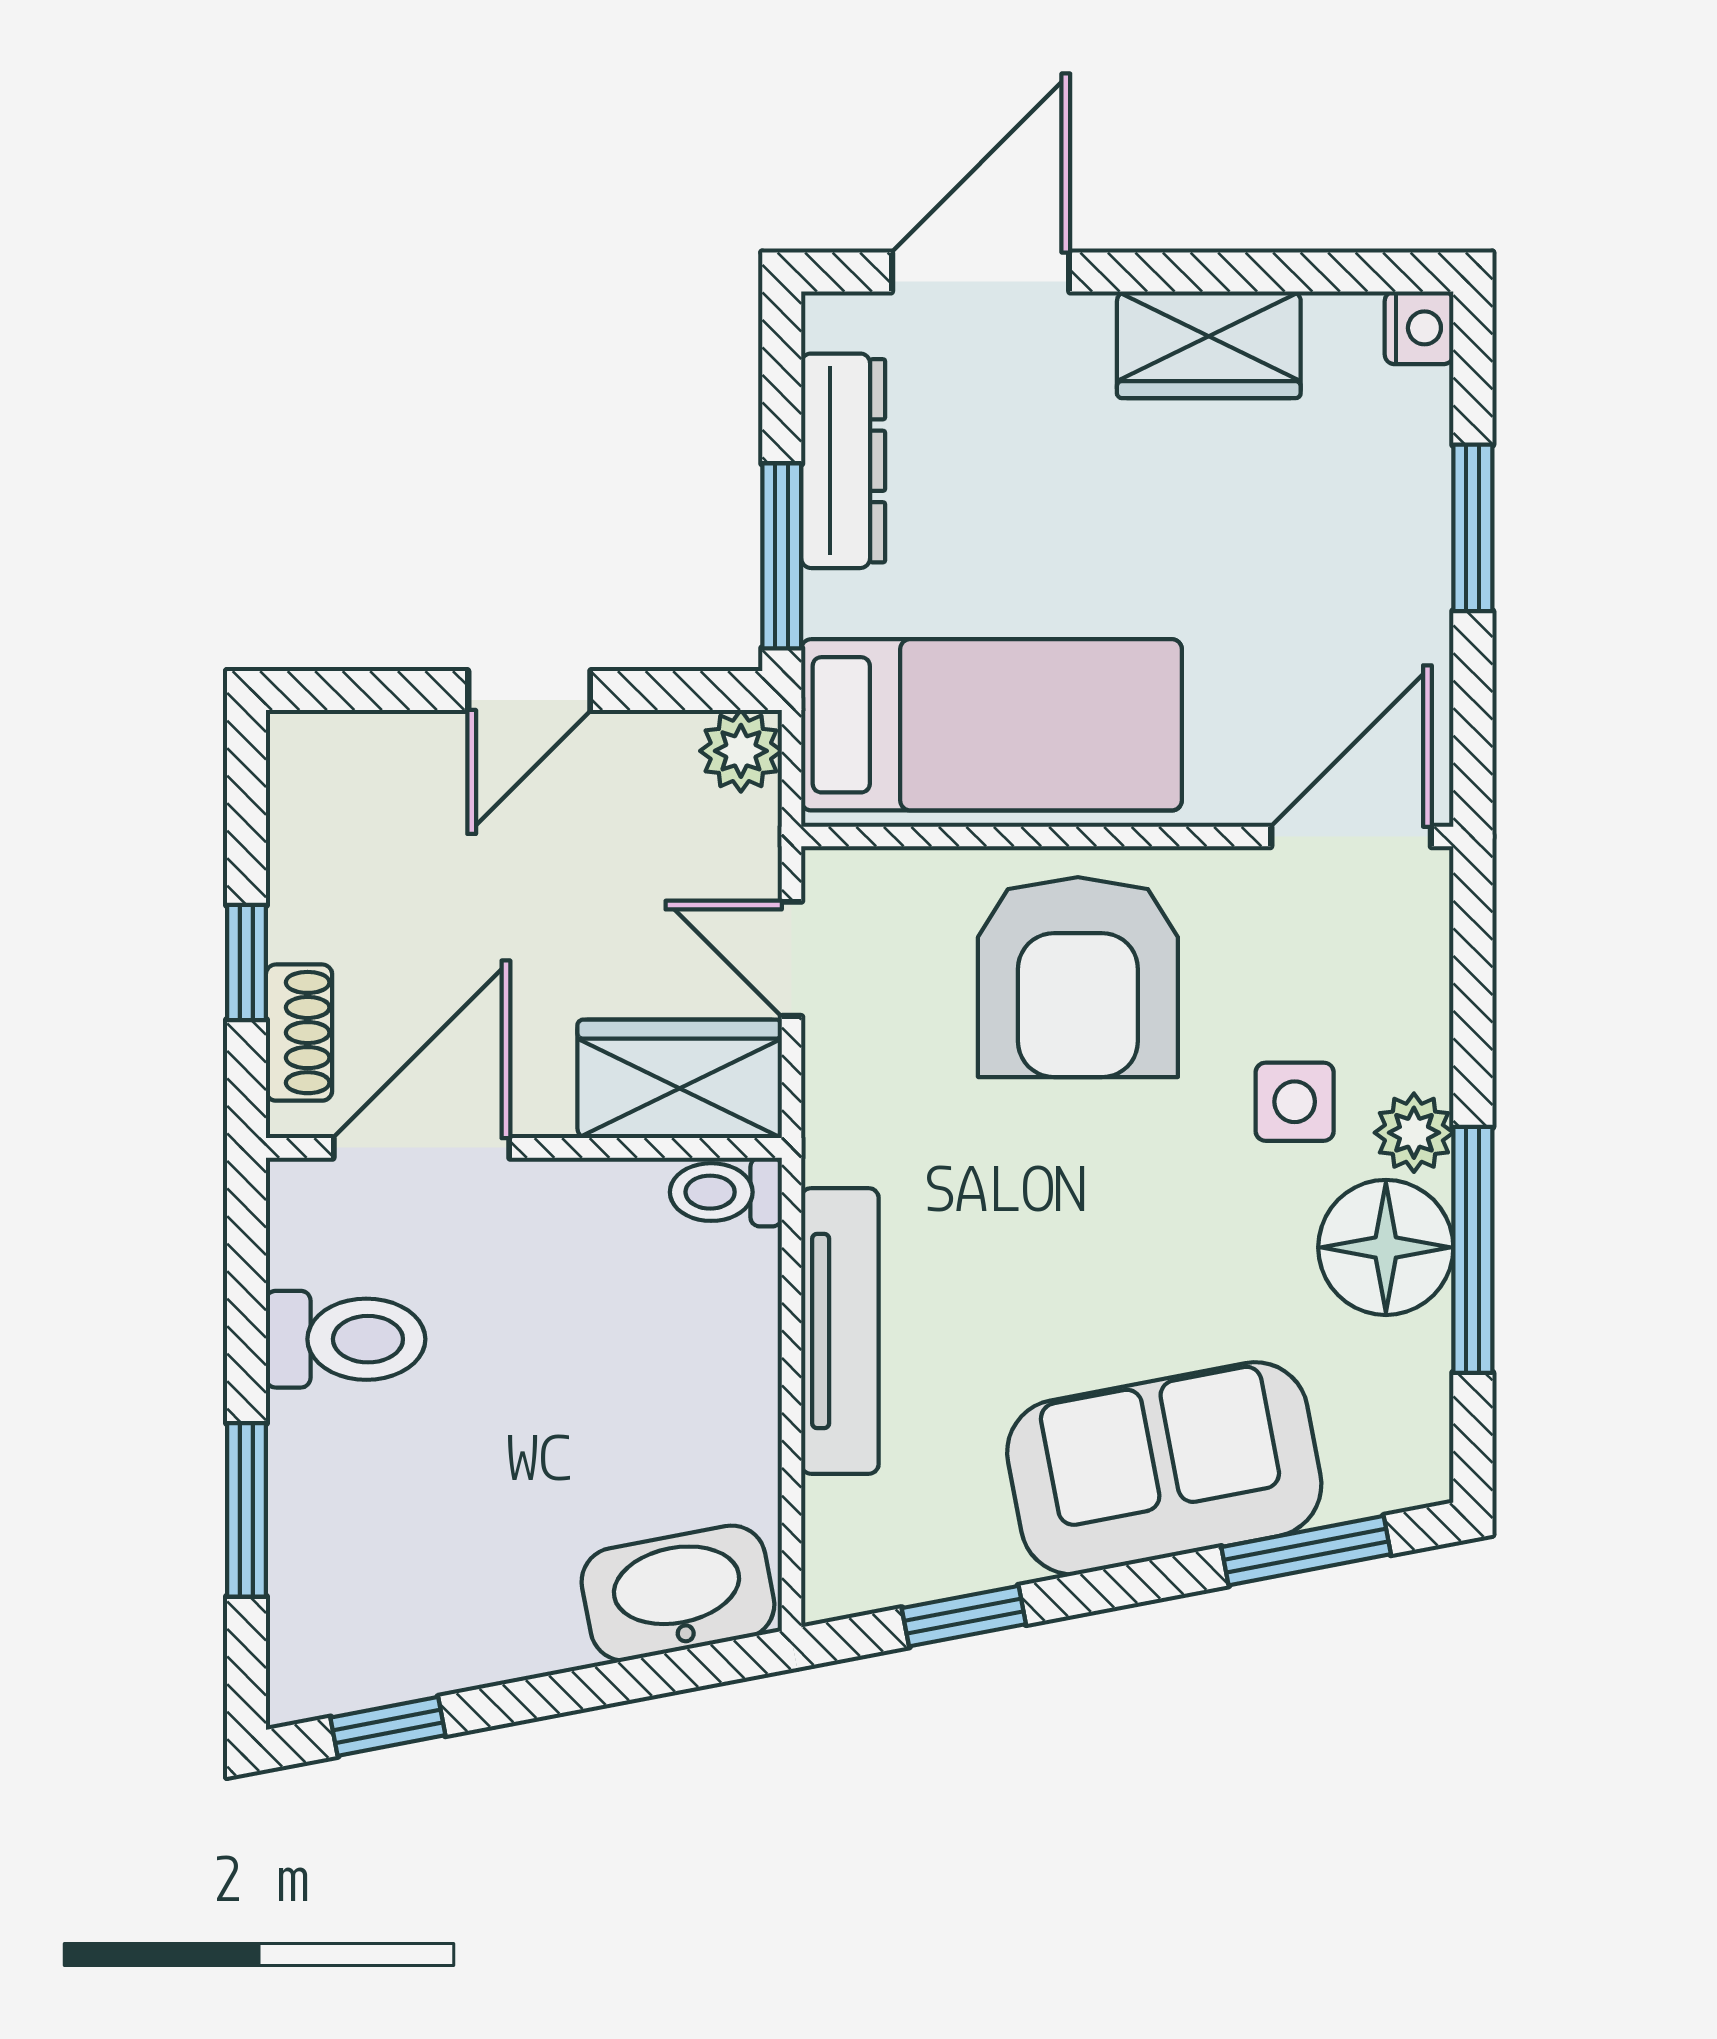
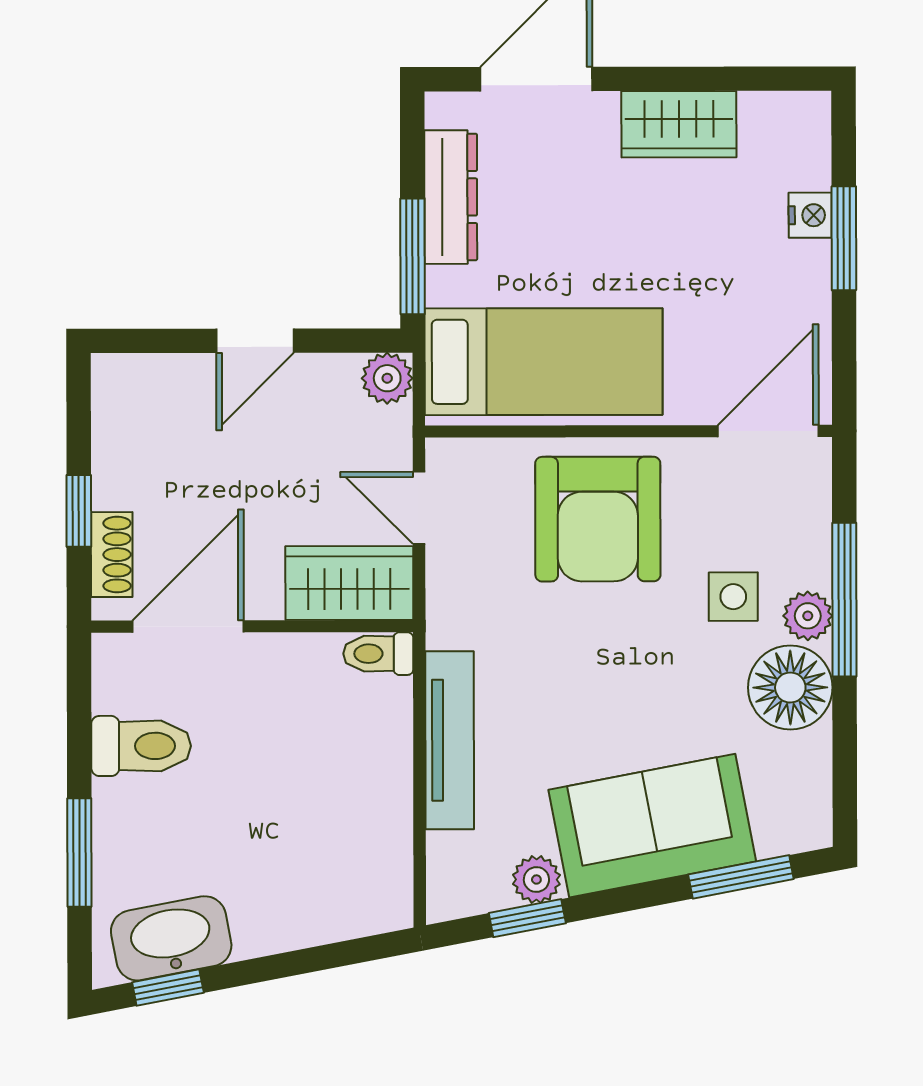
nightstand: (1419, 328) -> (810, 215), moved
window: (1473, 1250) -> (844, 600), moved
plant: (979, 1554) -> (536, 880), added
washbasin: (678, 1593) -> (171, 938), moved

